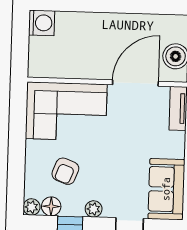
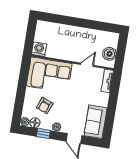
washing machine: (42, 23) -> (39, 49), moved, turned -90
door: (135, 83) -> (87, 65), width x0.53

